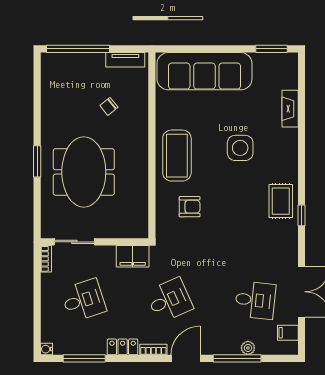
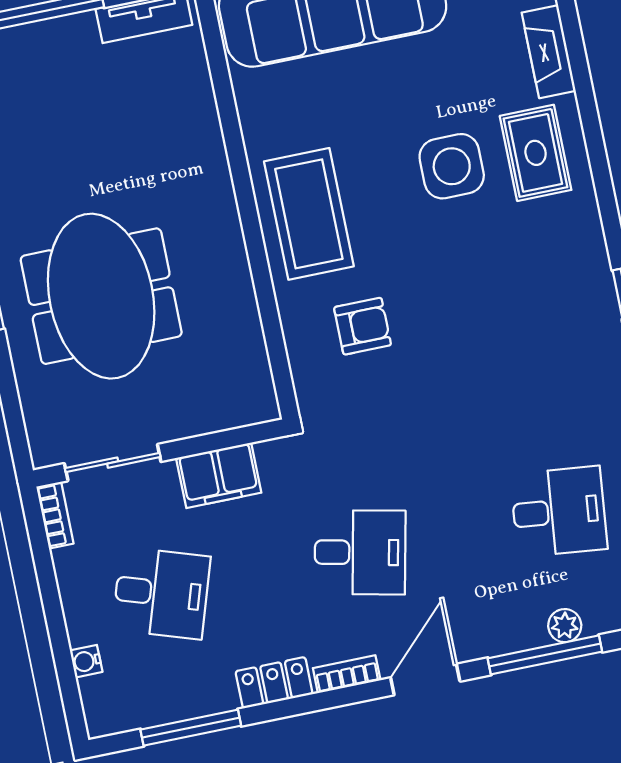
chair: (109, 106) -> (128, 132), removed
rug: (281, 201) -> (536, 153), moved
filing cabinet: (133, 256) -> (219, 475), moved
desk: (83, 300) -> (161, 593), turned 36
desk: (169, 300) -> (360, 552), turned 36
water cooler: (47, 349) -> (86, 661), moved

